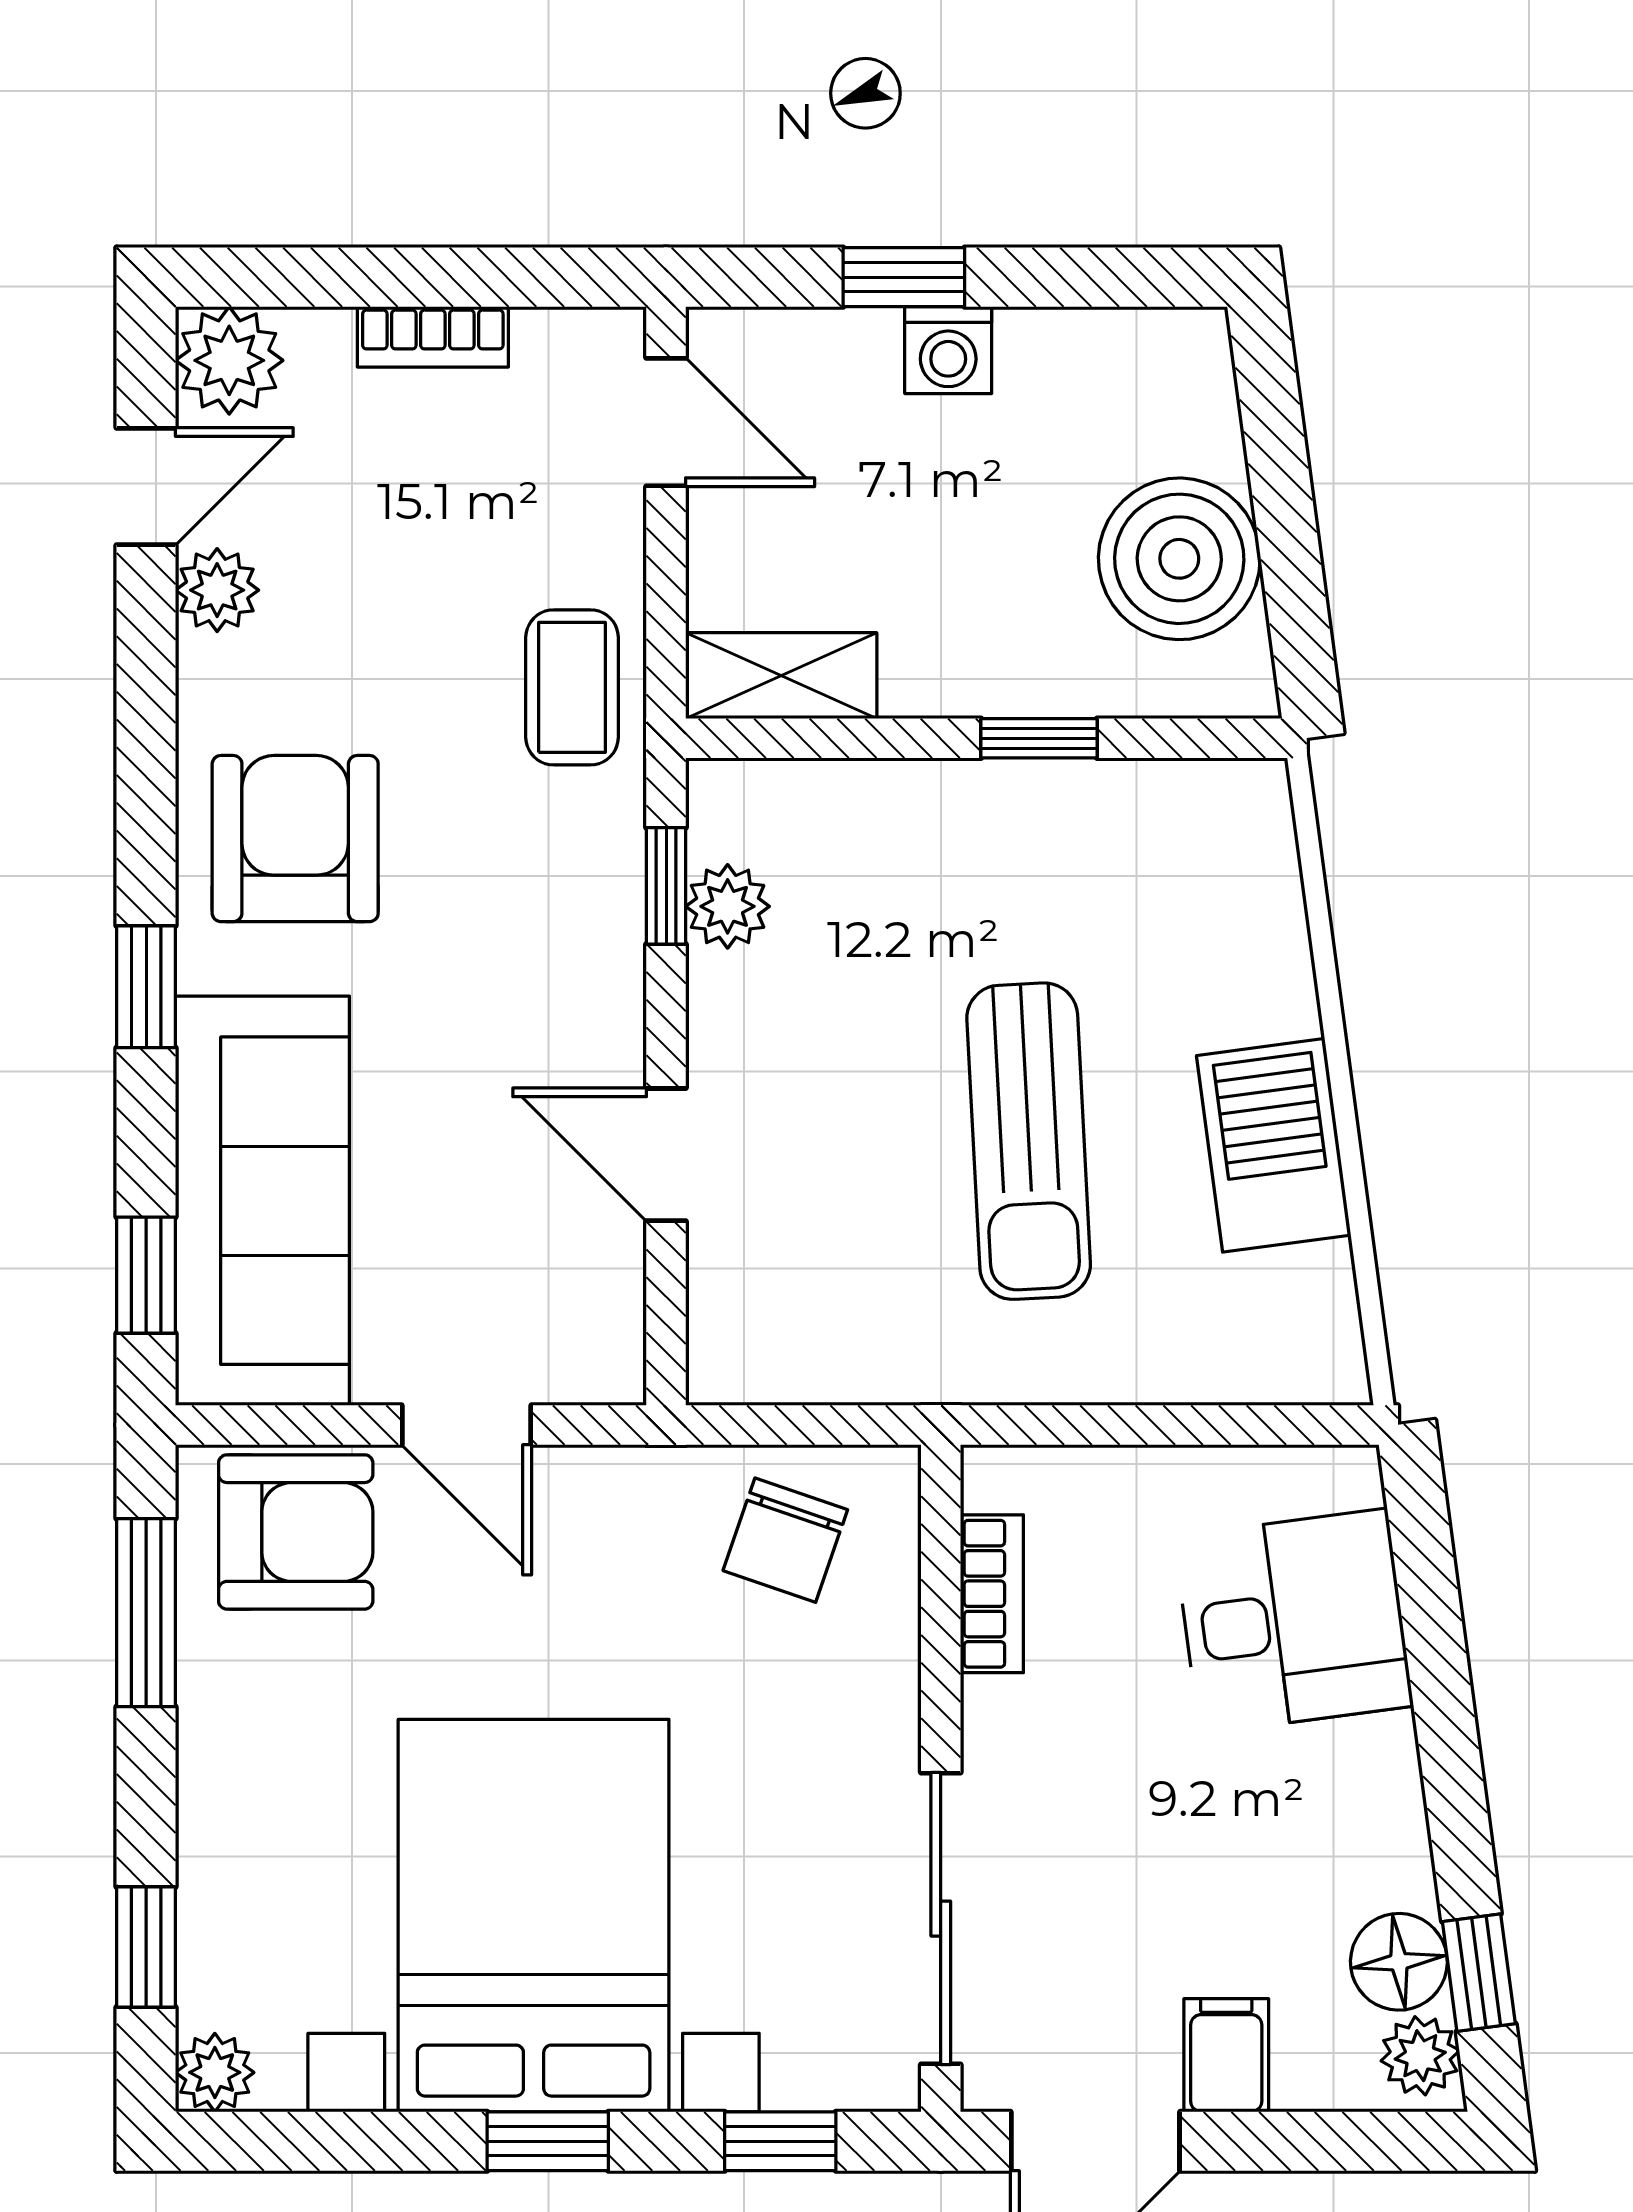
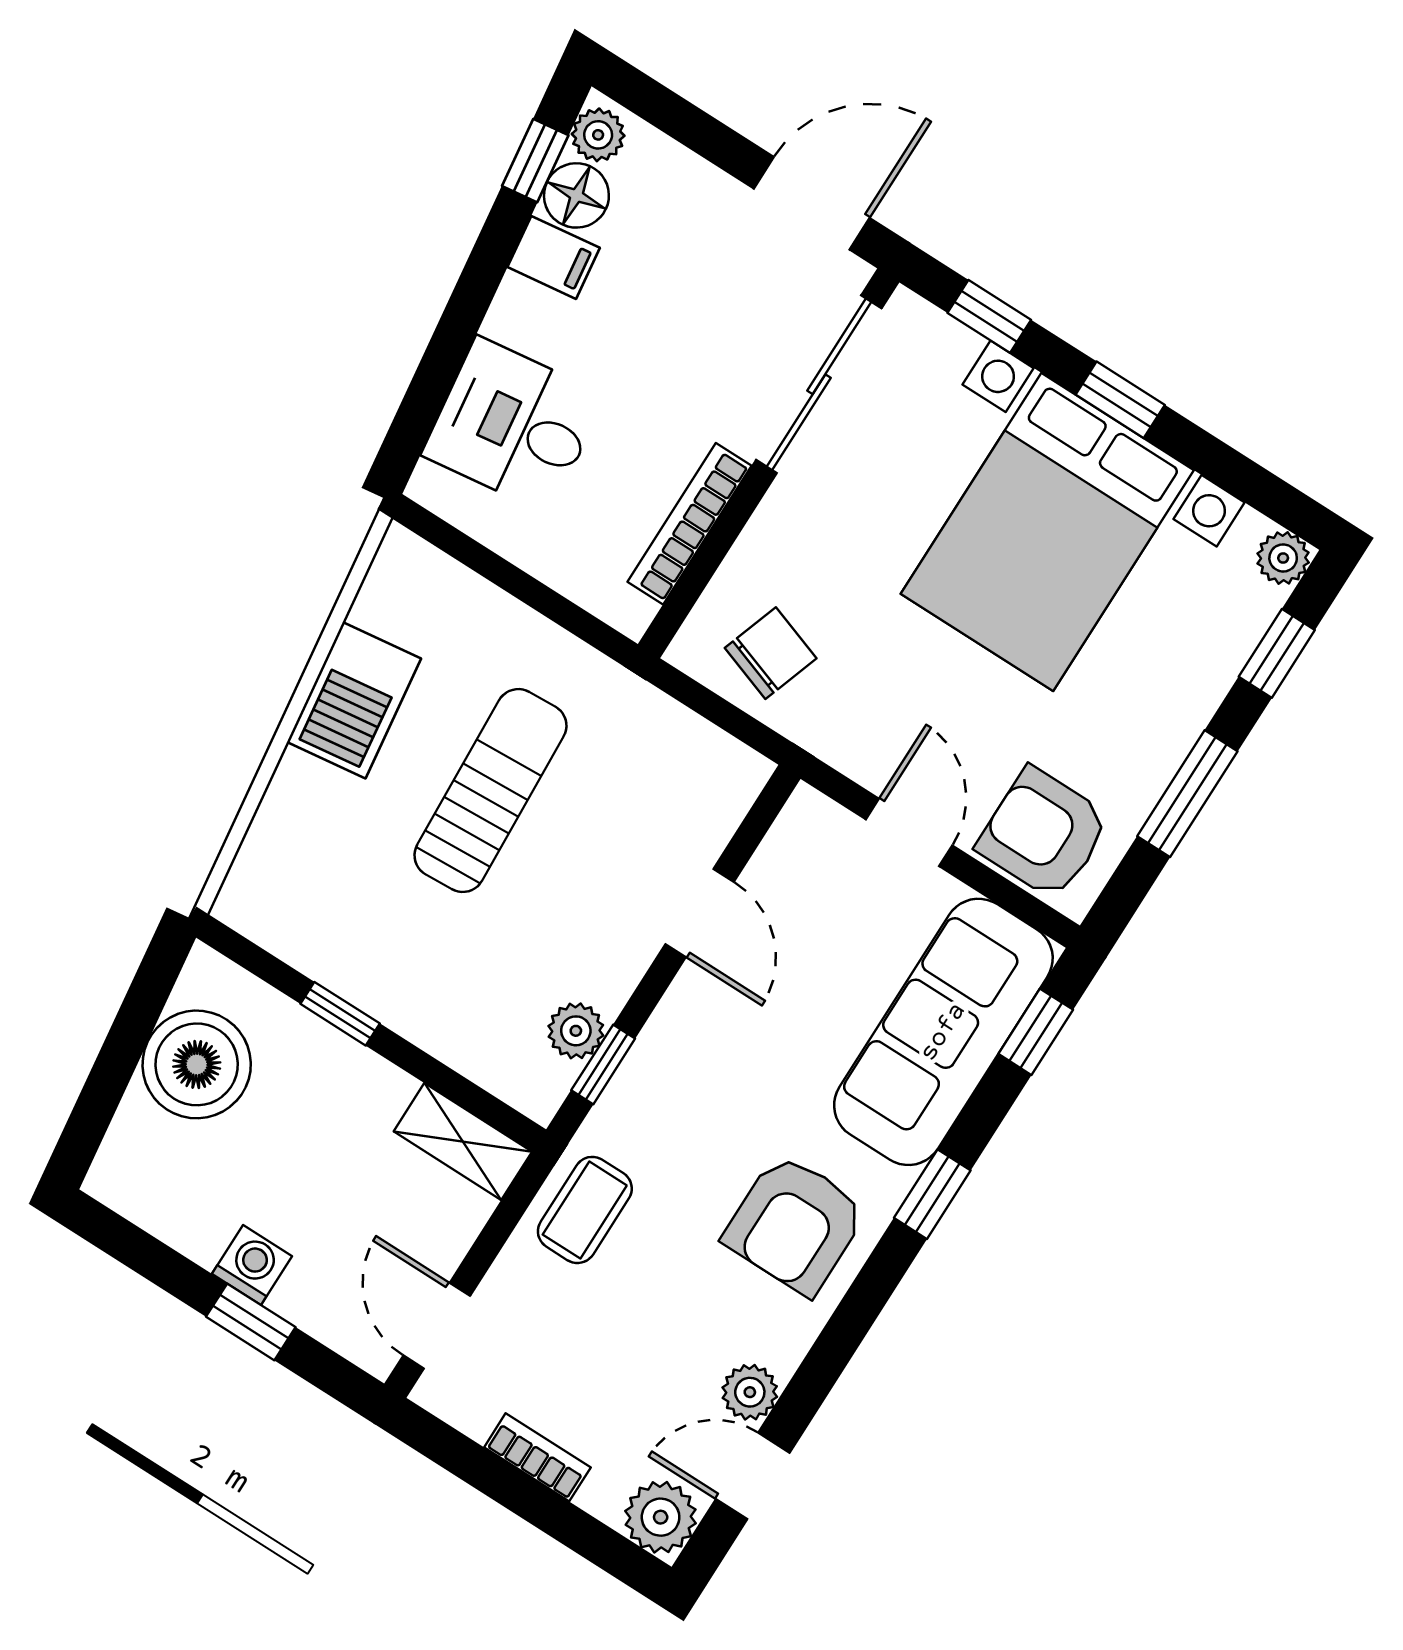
bookcase: (992, 1594) -> (690, 524), width x1.56
window: (146, 1613) -> (1187, 794), moved
filing cabinet: (1226, 2055) -> (554, 257), moved, turned -98

